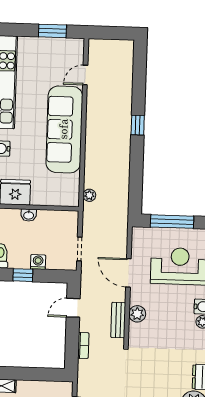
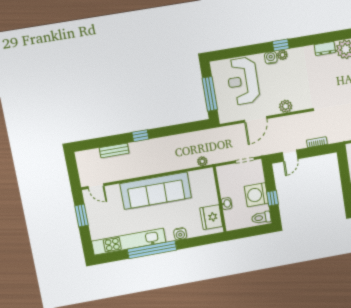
door: (85, 75) -> (96, 186), moved
washing machine: (38, 262) -> (256, 195), width x1.89, depth x1.89
door: (73, 308) -> (290, 156), hinge flipped
bench: (118, 320) -> (114, 150), moved

